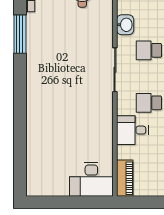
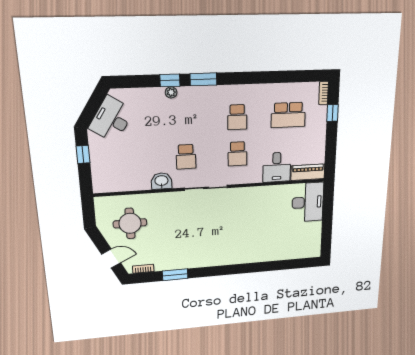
window: (20, 34) -> (175, 275), width x0.69
desk: (132, 130) -> (277, 167), moved

